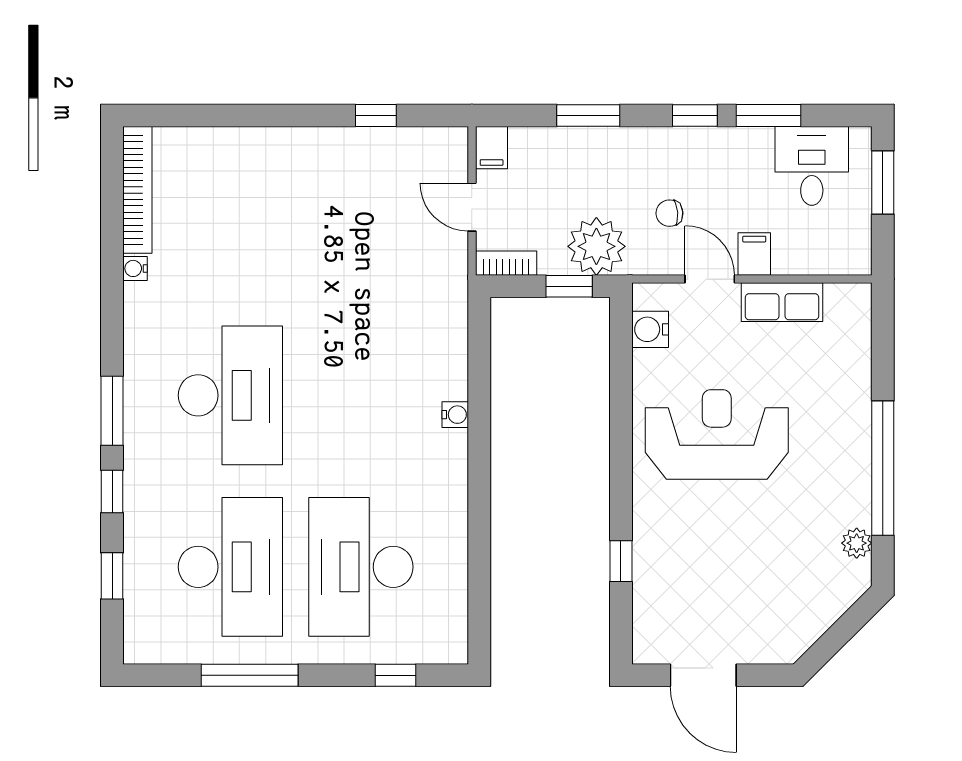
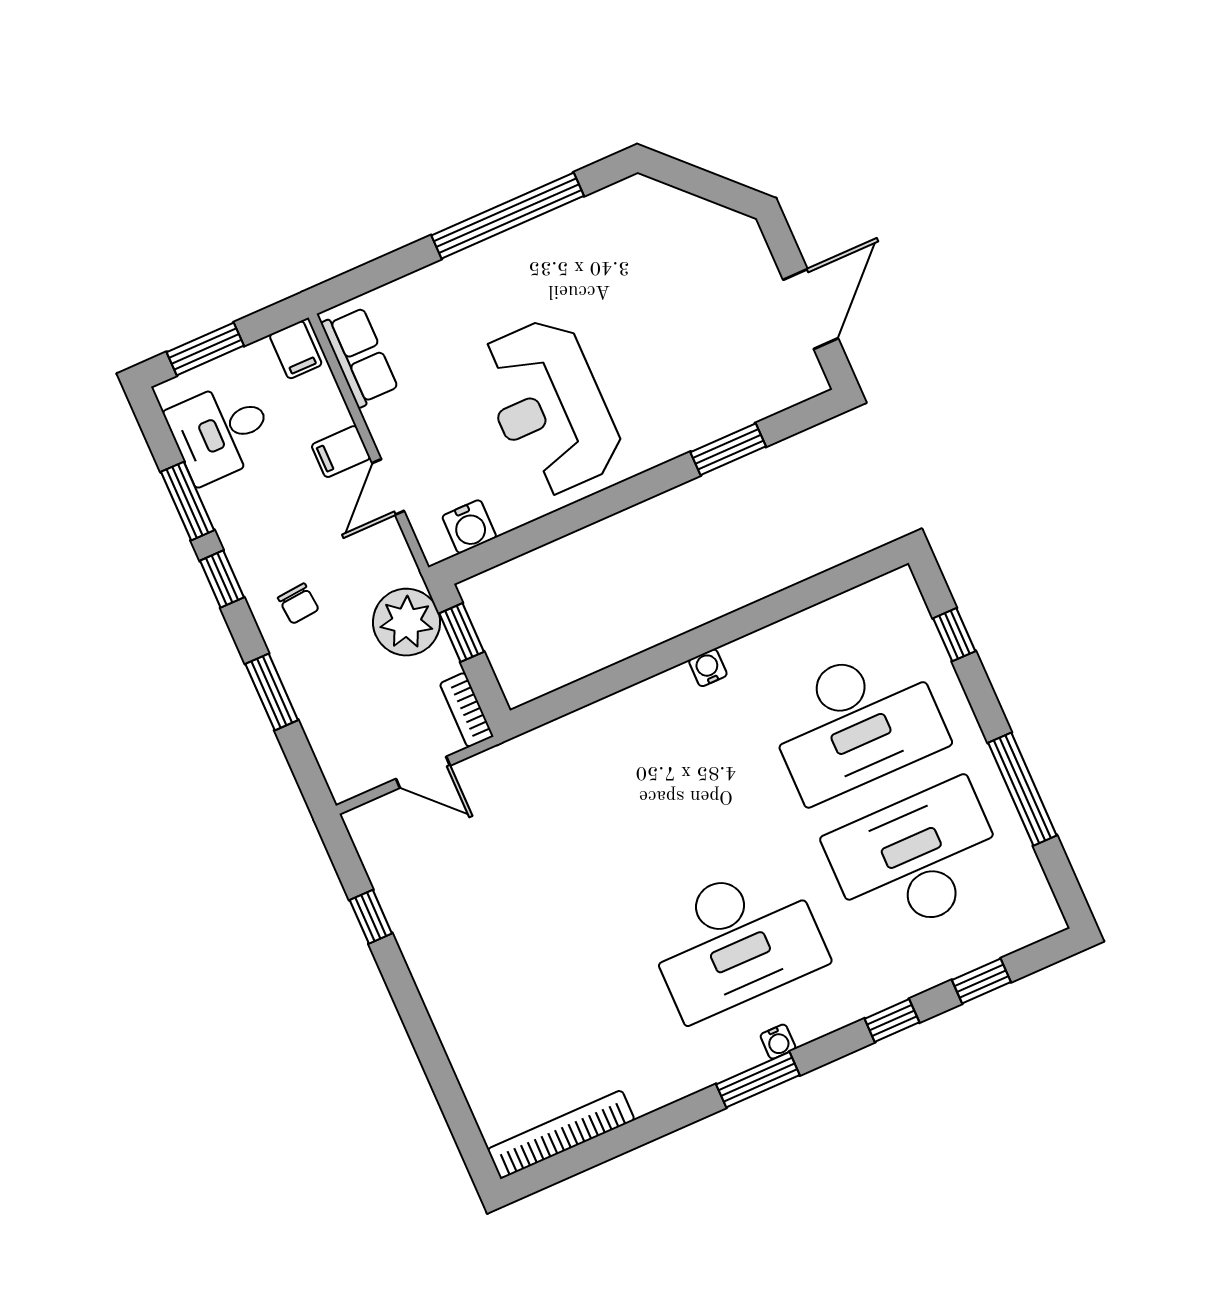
filing cabinet: (492, 148) -> (296, 350), moved, turned 90
door: (472, 207) -> (423, 772), hinge flipped
chair: (669, 213) -> (298, 604), moved
water cooler: (135, 268) -> (778, 1042), moved
row of seats: (782, 302) -> (360, 357), moved
desk: (230, 395) -> (735, 940), turned 180
window: (112, 411) -> (758, 1080), moved
water cooler: (455, 415) -> (708, 668), moved
plant: (857, 543) -> (599, 208), removed
window: (621, 561) -> (728, 449), width x1.50

